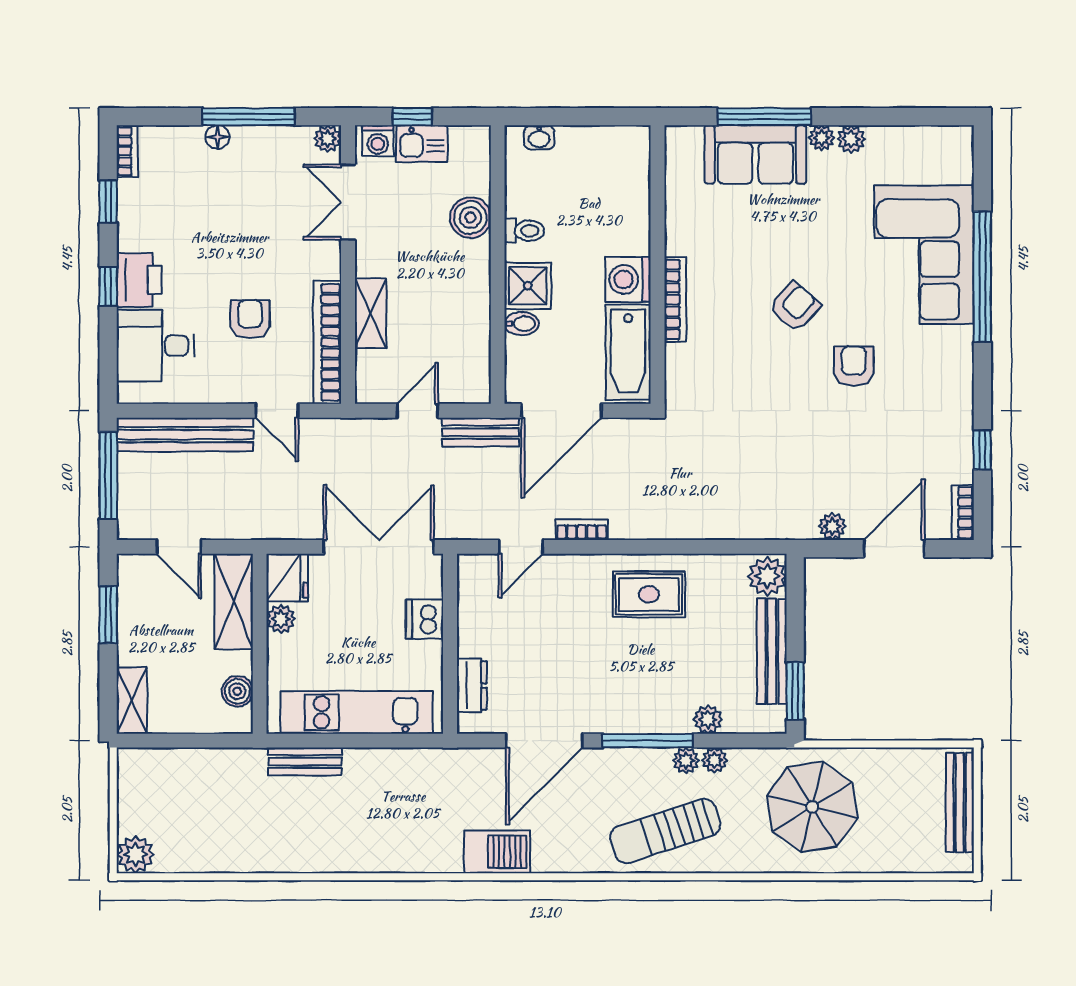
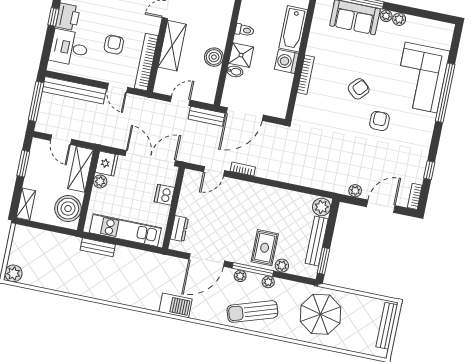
boiler: (470, 217) -> (214, 57), moved
shelving: (371, 313) -> (172, 46), width x1.50, depth x1.33
bathtub: (628, 352) -> (293, 29), moved
rug: (649, 594) -> (265, 248), moved, turned 90
boiler: (237, 691) -> (68, 209), width x1.86, depth x1.86
plant: (714, 760) -> (240, 276), moved

